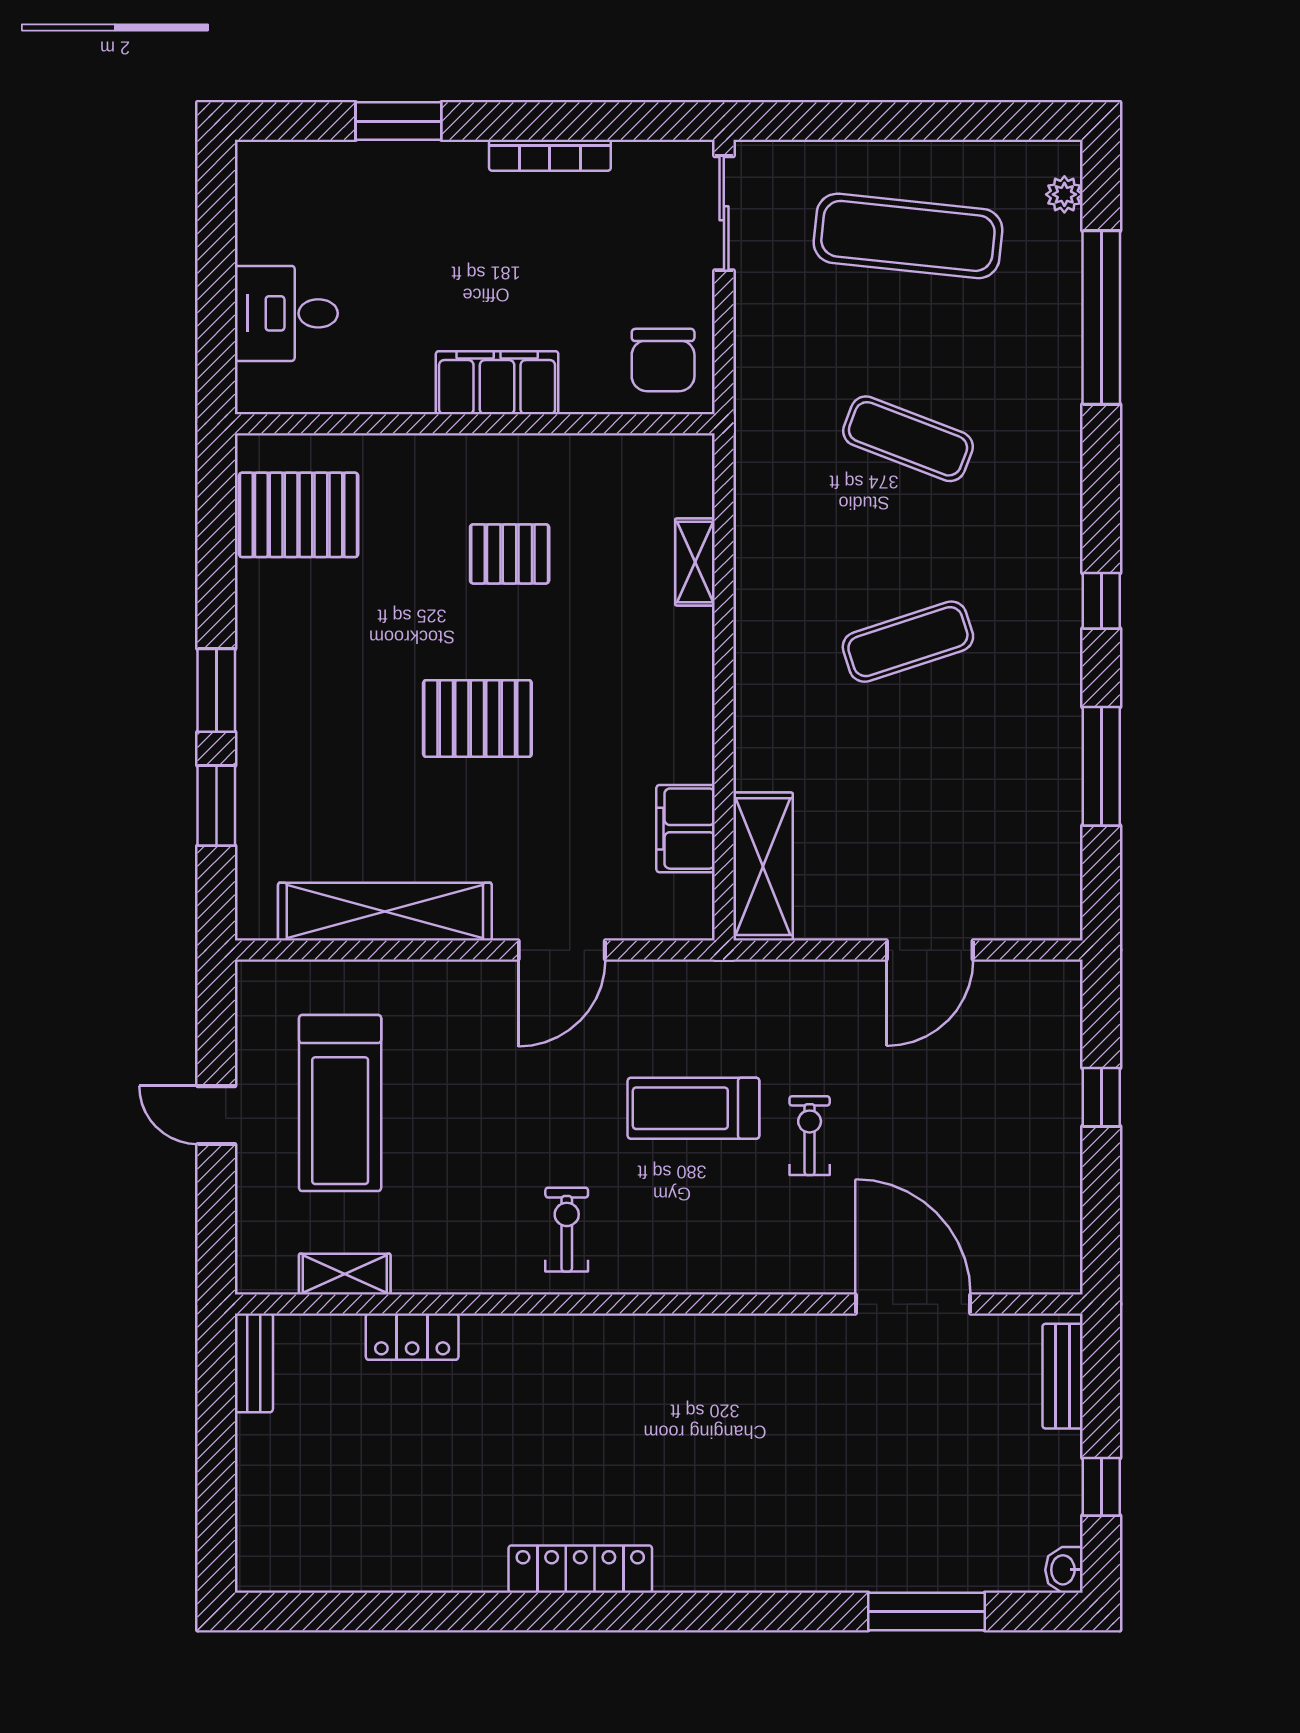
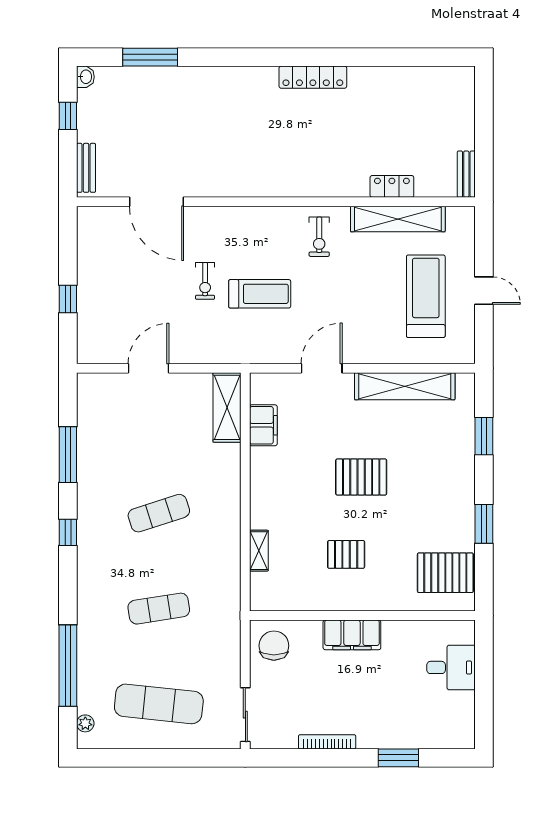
exercise mat: (908, 439) -> (159, 609), turned -30
window: (216, 690) -> (484, 524), moved
shelving: (345, 1274) -> (398, 219), width x2.20, depth x1.33

